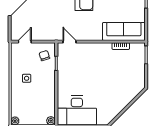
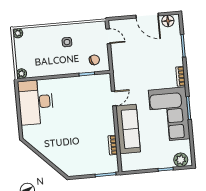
sofa: (124, 31) -> (128, 129), moved
door: (70, 42) -> (114, 98), moved

